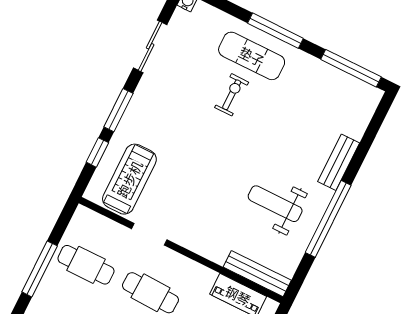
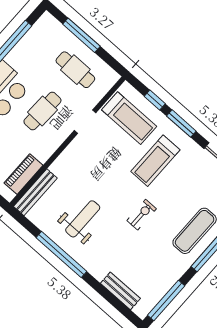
exercise bike: (232, 95) -> (142, 215), moved, turned -90
treadmill: (175, 131) -> (155, 161), added
bench: (339, 162) -> (120, 291), moved
cafe table: (86, 265) -> (75, 70), turned 90

